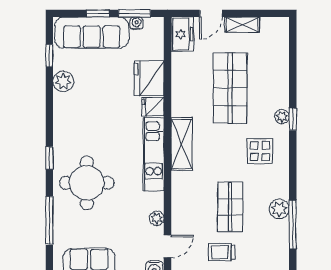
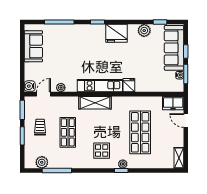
shelving: (242, 25) -> (179, 158), moved
fridge: (149, 78) -> (116, 33), moved, turned 180
shop shelf: (230, 88) -> (140, 132), turned 90
shelving: (182, 144) -> (95, 103), moved
round table: (87, 183) -> (82, 45), removed
shop shelf: (230, 207) -> (68, 132), turned 90
plant: (279, 209) -> (42, 162), moved
door: (168, 246) -> (44, 94), swing flipped

